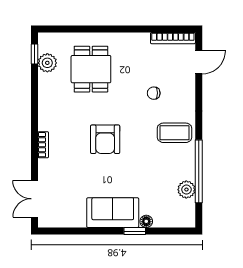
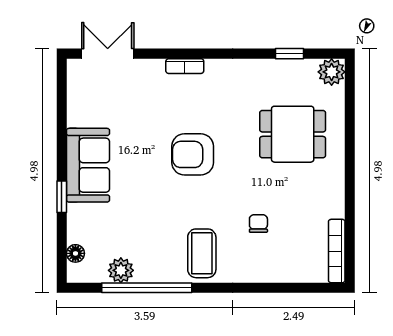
window: (34, 54) -> (289, 54), moved
door: (199, 62) -> (302, 288), removed
plant: (47, 63) -> (332, 72), moved
floor lamp: (146, 221) -> (75, 253), moved

